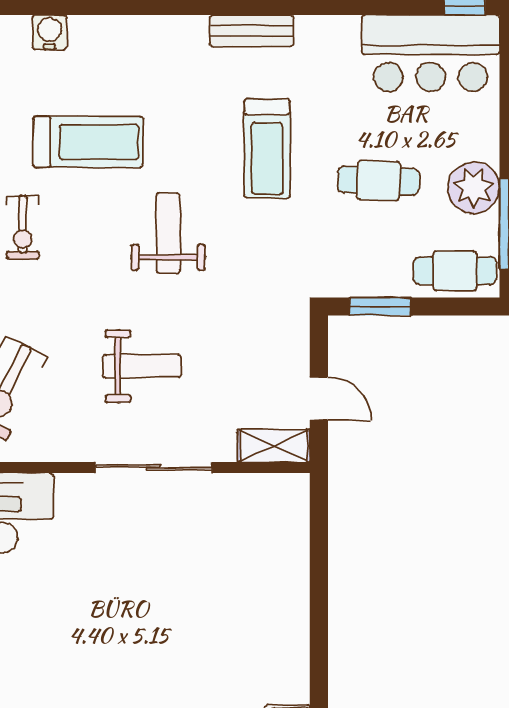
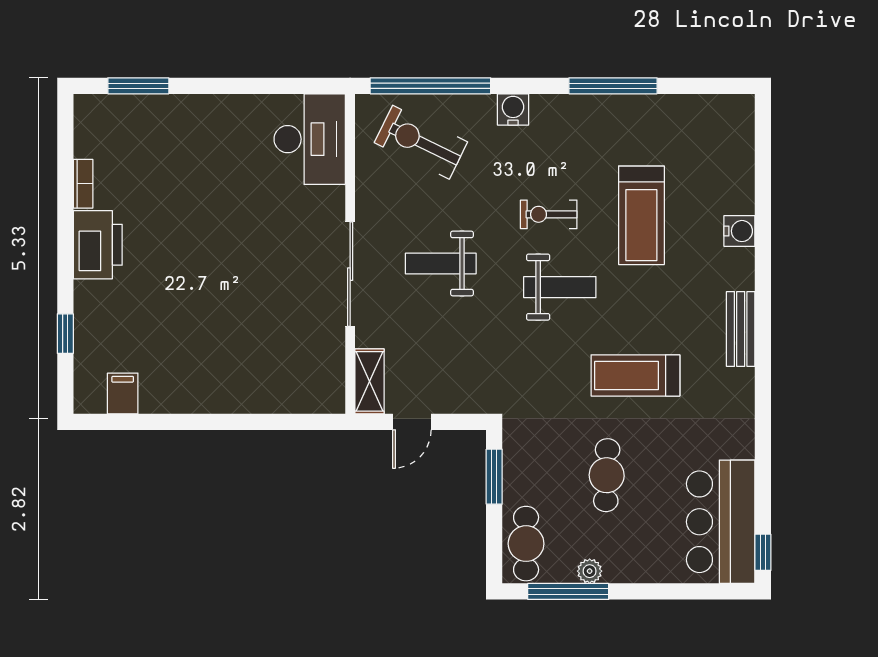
bench: (252, 31) -> (741, 329), moved
water cooler: (50, 32) -> (739, 231), moved
plant: (474, 188) -> (590, 571), width x0.53, depth x0.53
exercise bike: (23, 227) -> (549, 214), moved
weight bench: (142, 366) -> (441, 263), turned 90

